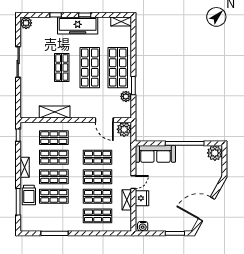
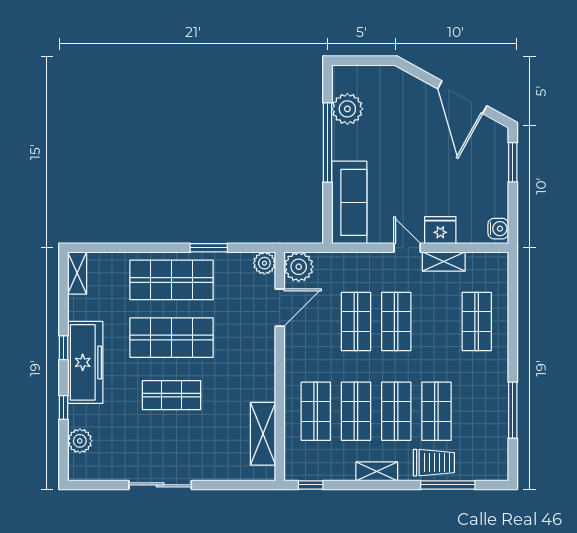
plant: (26, 23) -> (80, 441), moved
plant: (126, 96) -> (264, 263), moved
shelving: (55, 112) -> (263, 434), moved
plant: (215, 153) -> (347, 109), moved
shop shelf: (98, 196) -> (436, 321), removed

